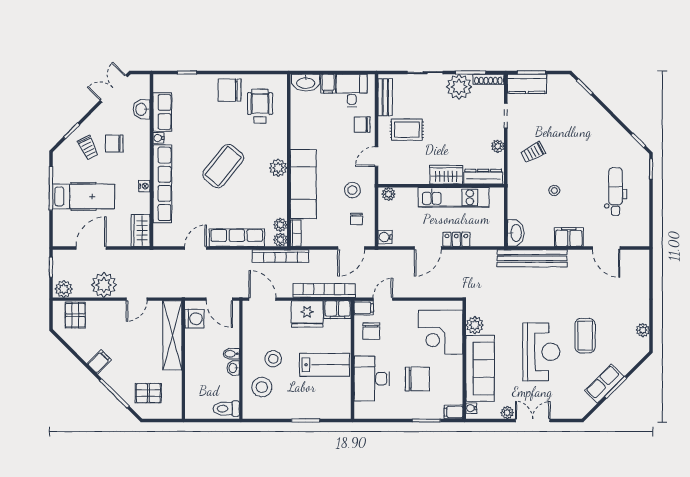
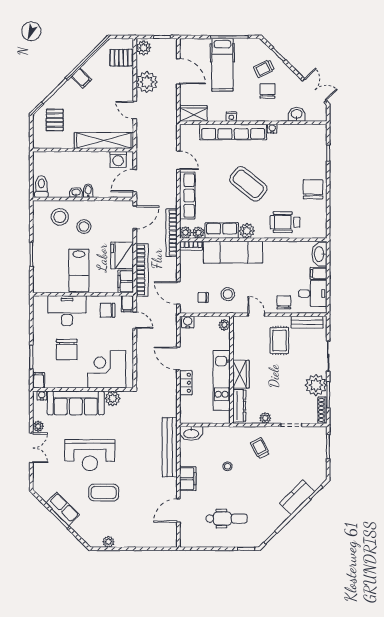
kitchen counter: (527, 84) -> (297, 497), moved, turned 45
wheelchair: (260, 106) -> (285, 222), moved, turned 180
row of seats: (162, 112) -> (222, 231), moved, turned 180

